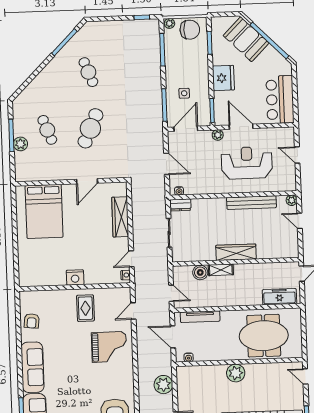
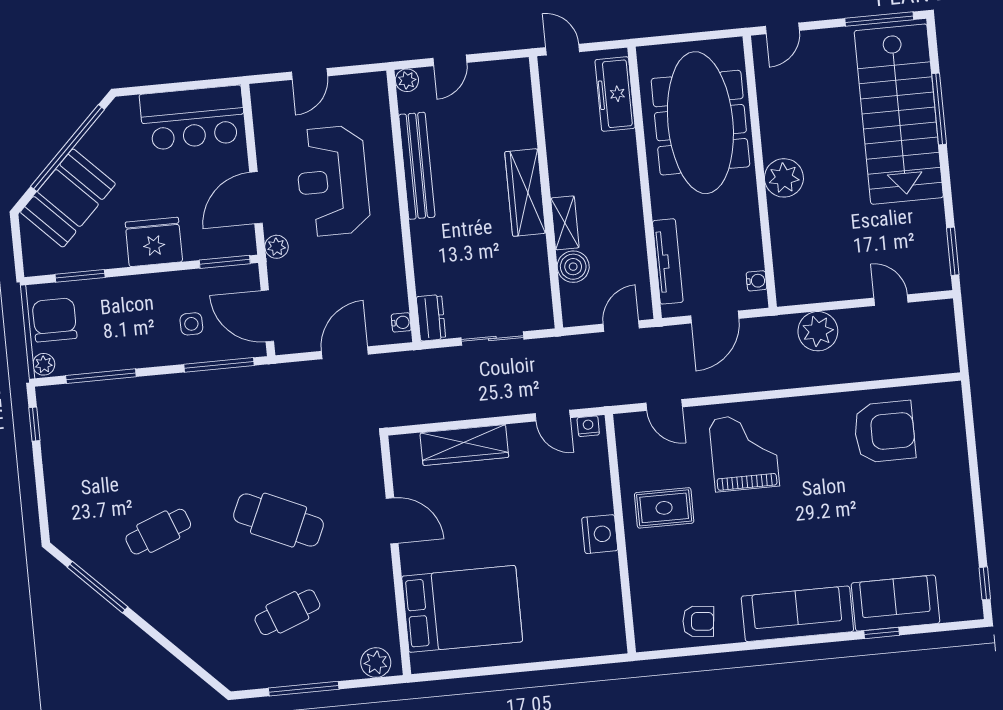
plant: (21, 144) -> (376, 663), moved
meeting table: (264, 336) -> (700, 123), width x1.36

